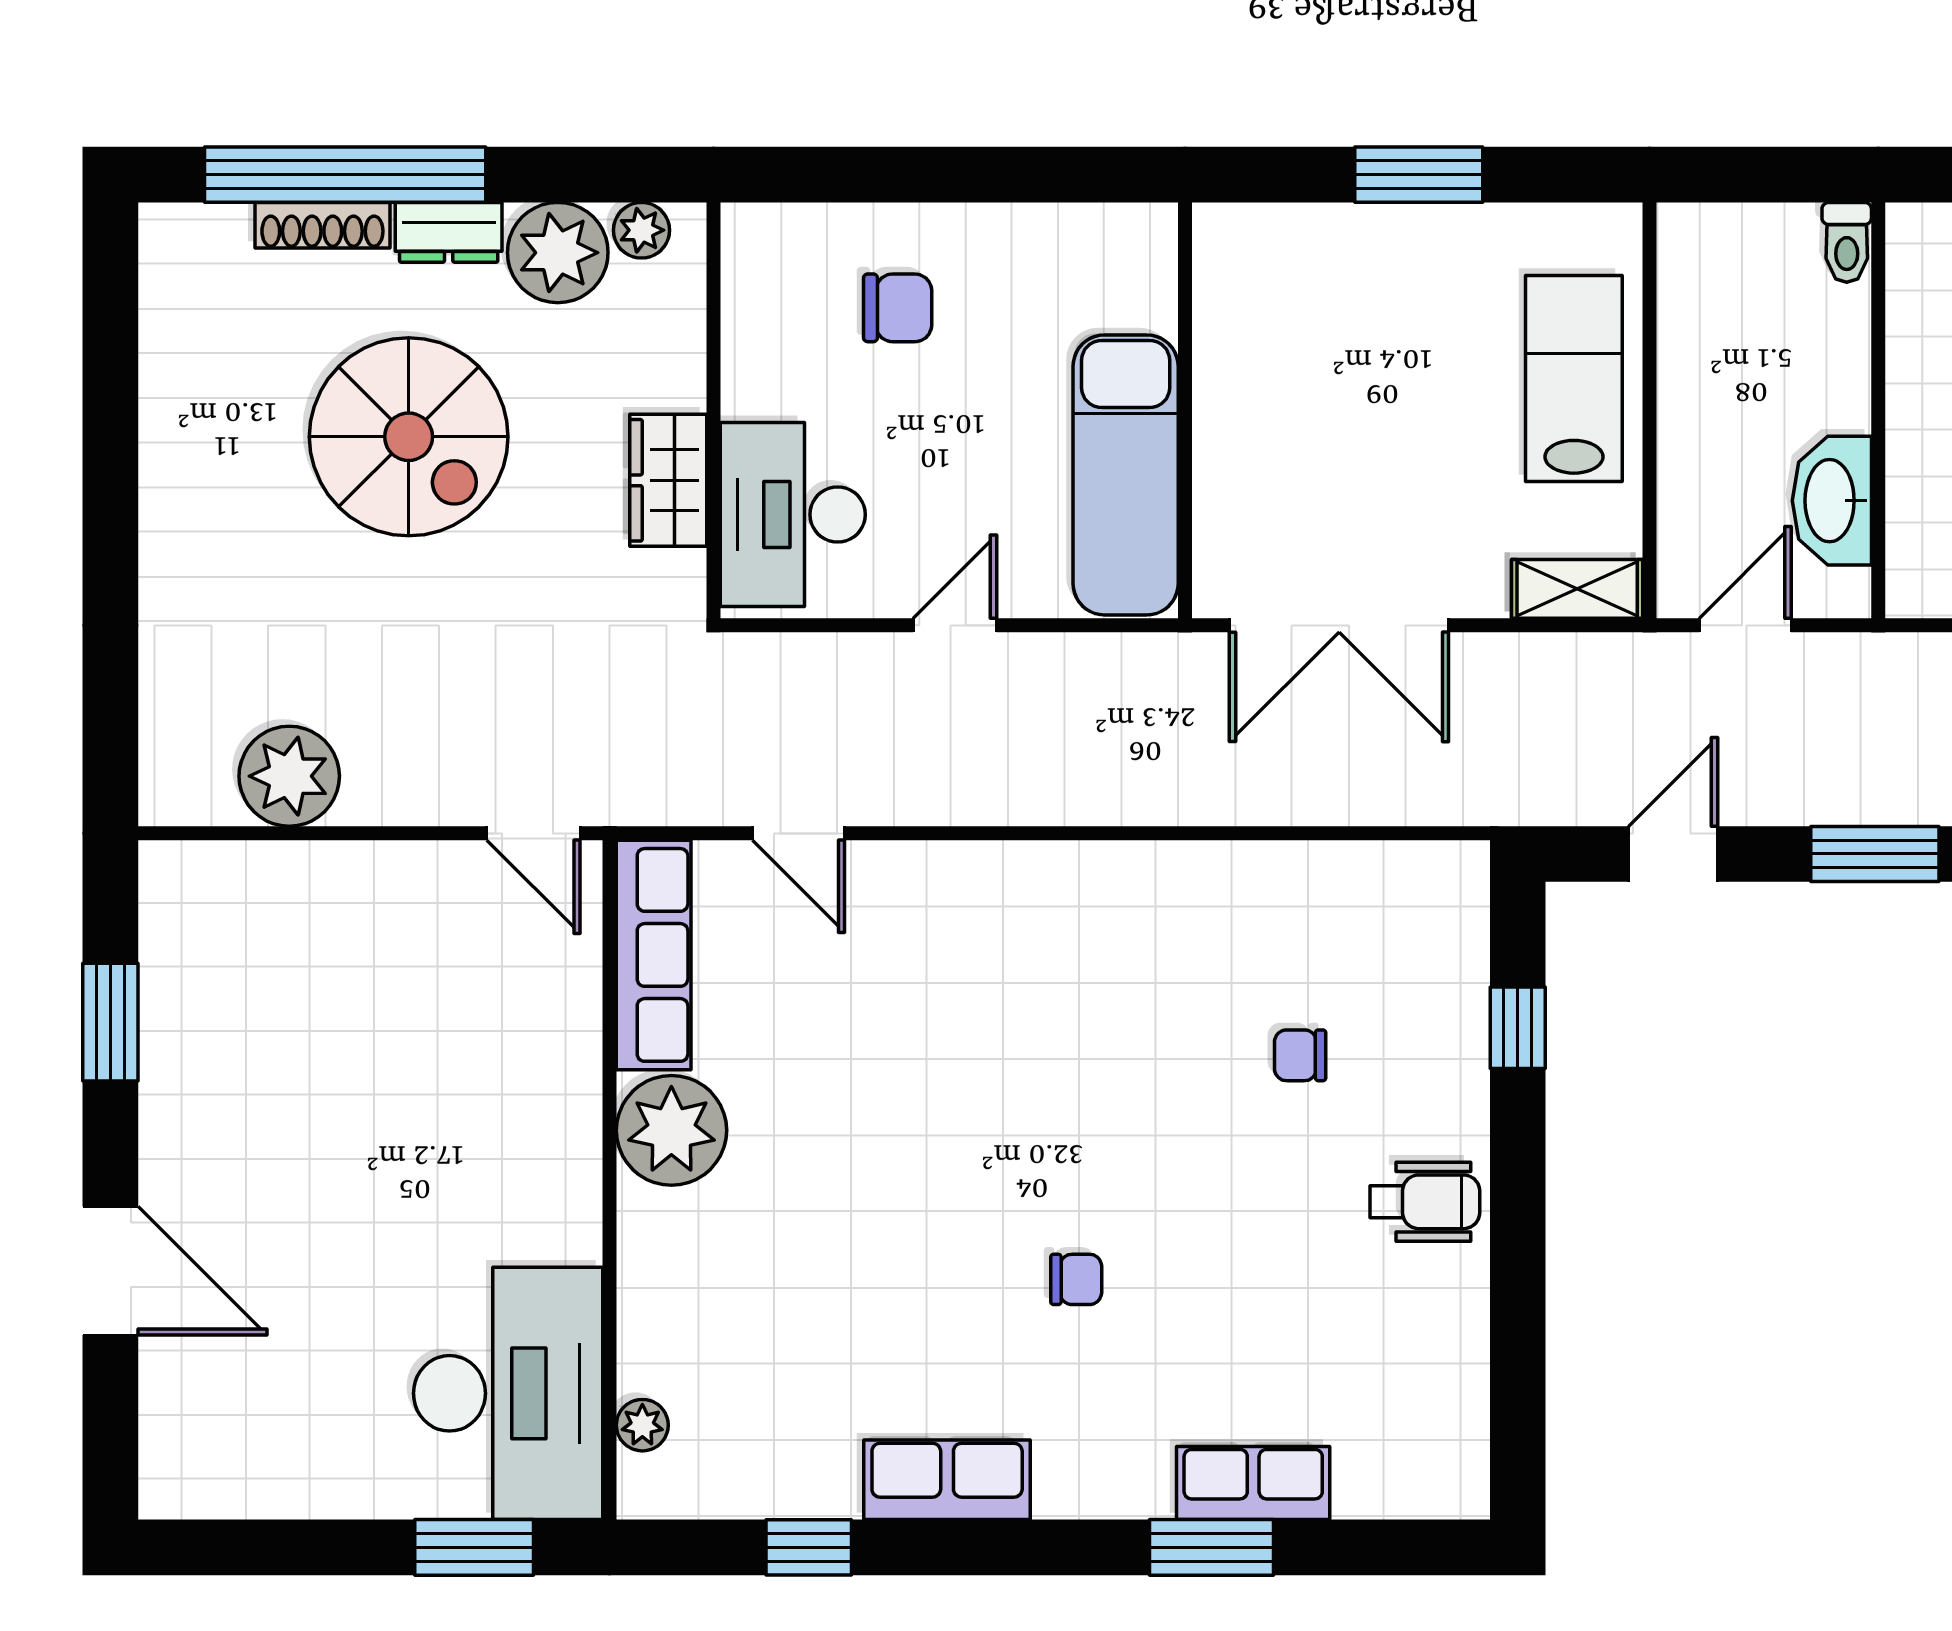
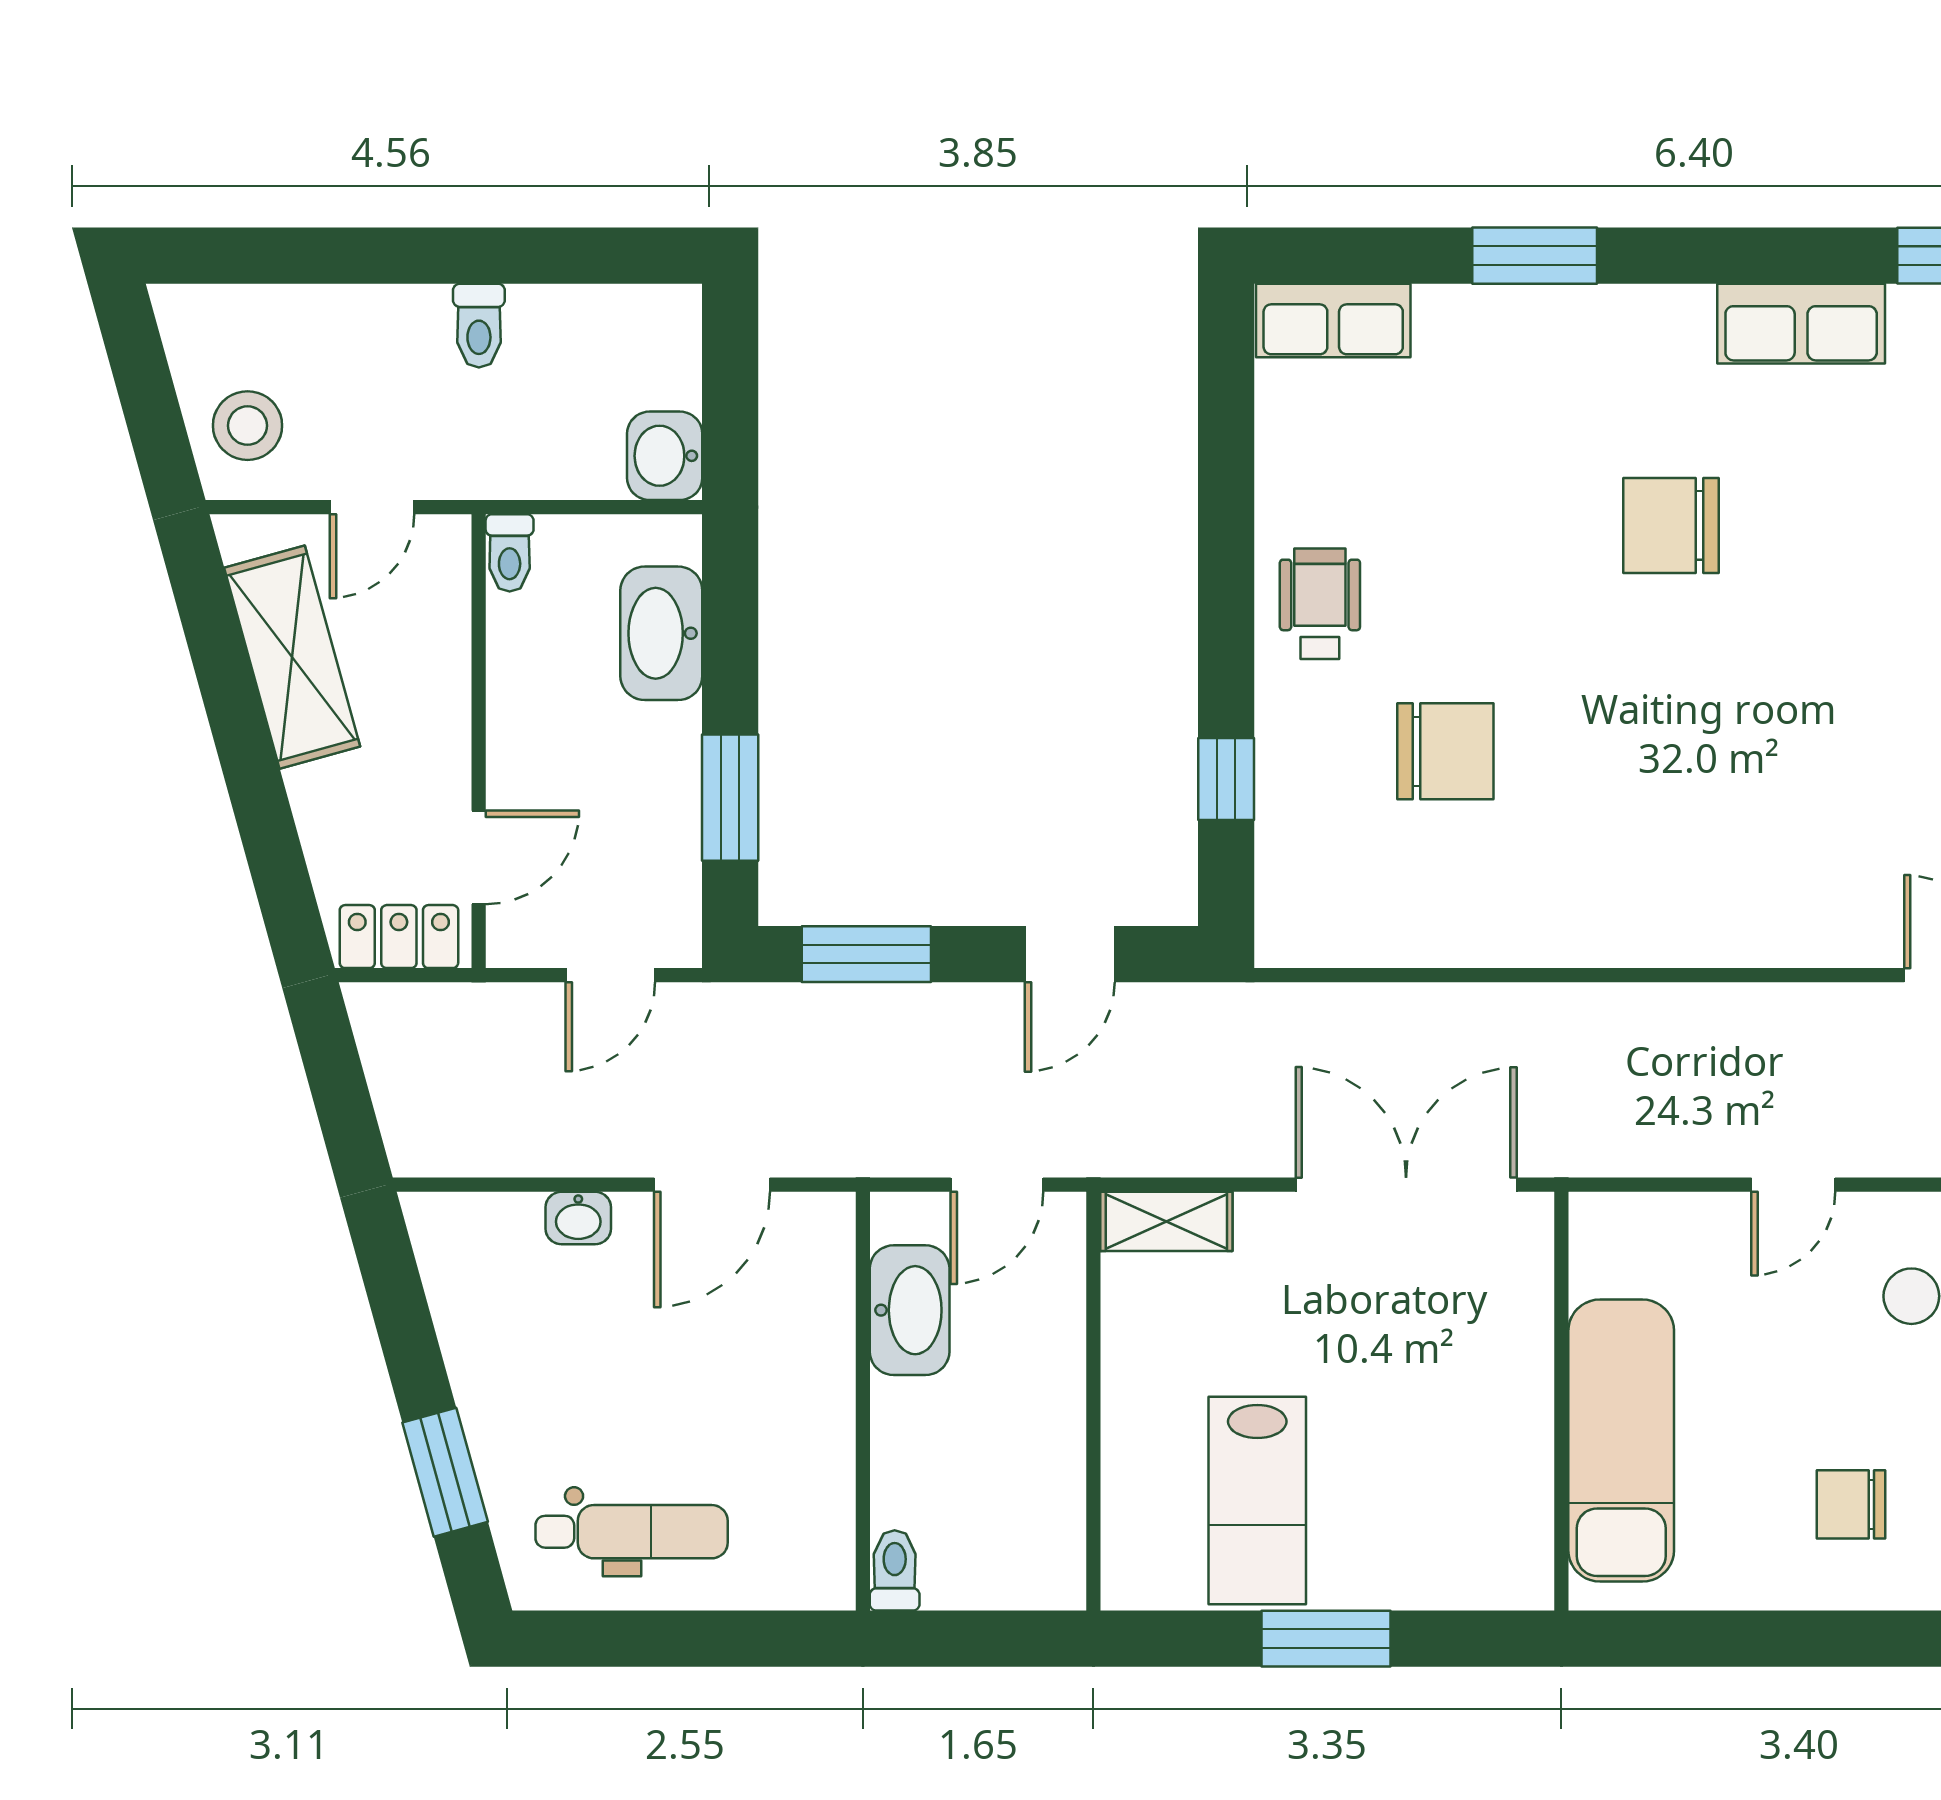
lab bench: (1574, 378) -> (1257, 1500), moved
exam couch: (1126, 475) -> (1621, 1441), moved
chair: (1300, 1055) -> (1445, 751), width x1.87, depth x1.87
wheelchair: (1425, 1202) -> (1320, 604), turned 90
chair: (1076, 1279) -> (1671, 526), width x1.87, depth x1.87
row of seats: (1253, 1483) -> (1333, 320), moved

